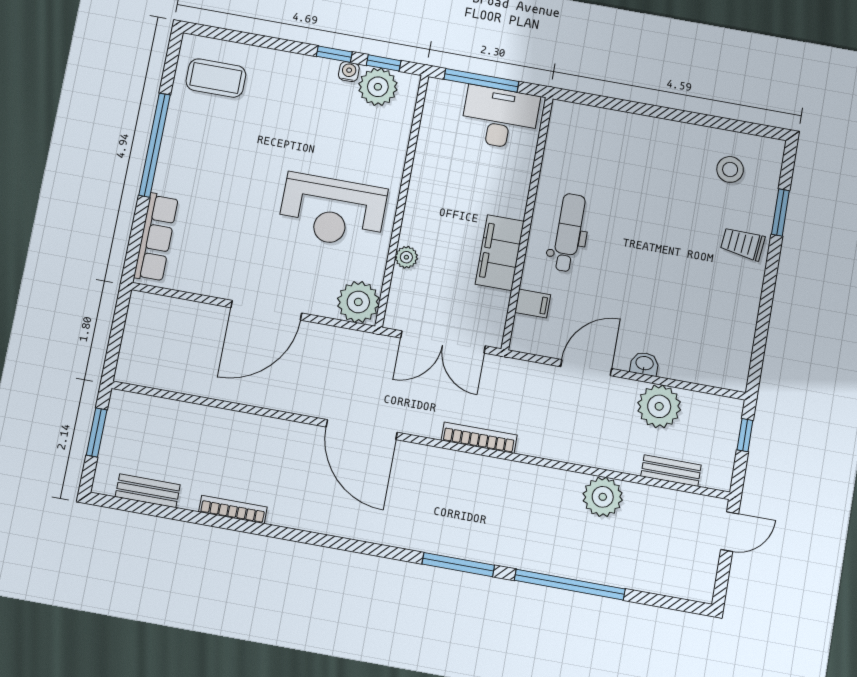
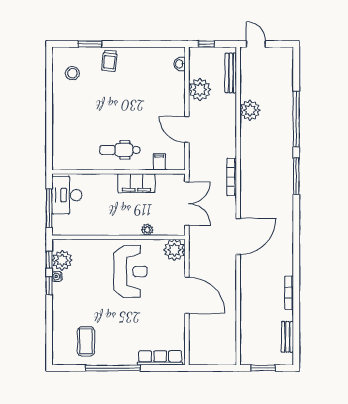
coffee table: (216, 78) -> (86, 341), moved
washbasin: (644, 364) -> (180, 64), moved
bench: (671, 471) -> (231, 73), width x1.36

